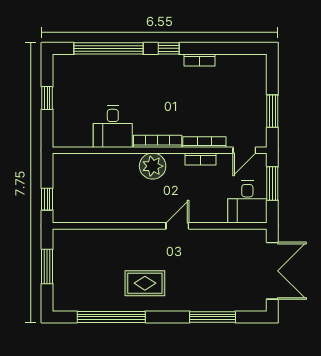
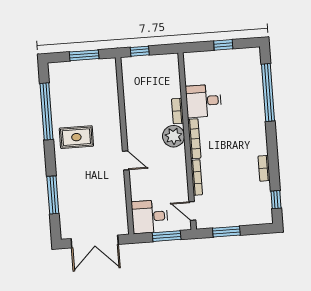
window: (169, 48) -> (276, 200), moved
bookcase: (200, 159) -> (178, 111), moved
rug: (145, 283) -> (76, 137), turned 90

